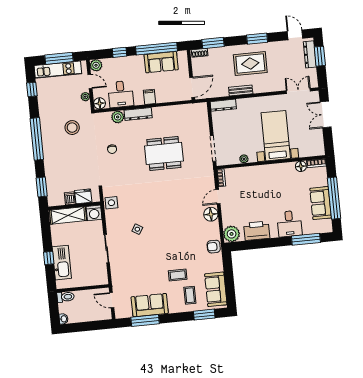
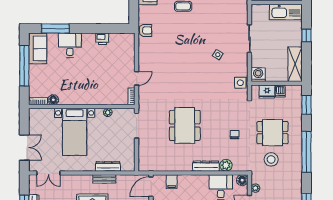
filing cabinet: (149, 97) -> (172, 182), moved
dresser: (223, 105) -> (108, 166), moved
dining table: (164, 153) -> (185, 125), turned 90
dining table: (73, 155) -> (272, 133), added
sofa: (321, 203) -> (38, 48), moved
floor lamp: (211, 214) -> (145, 62), removed
shelving: (68, 215) -> (295, 64), moved, turned 90
printer: (257, 231) -> (102, 39), width x0.53, depth x0.68
plant: (232, 234) -> (127, 41), removed
kitchen sink: (62, 263) -> (286, 12), moved, turned -90

